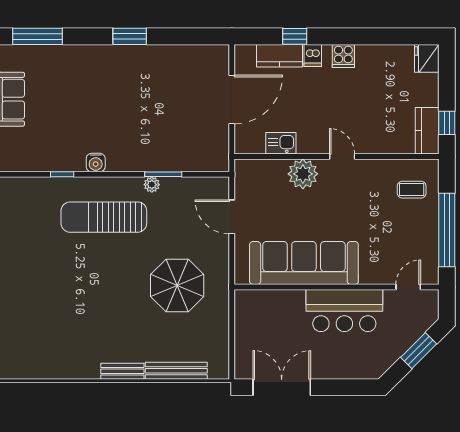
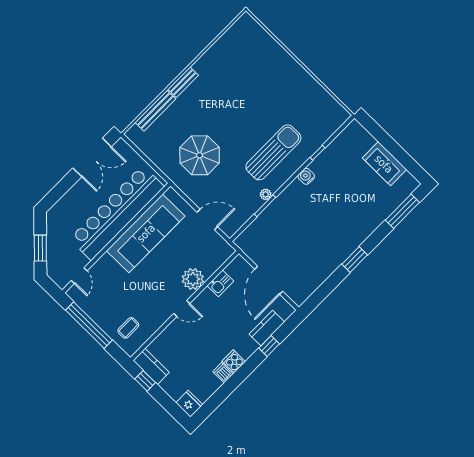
dishwasher: (313, 55) -> (223, 373), moved
bar counter: (344, 311) -> (117, 213), width x1.86

